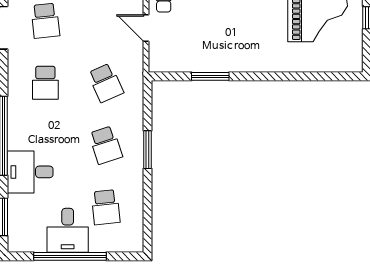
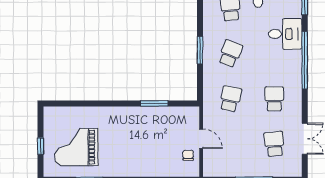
school desk: (106, 83) -> (230, 99), turned 36
school desk: (106, 145) -> (230, 54), turned 39

